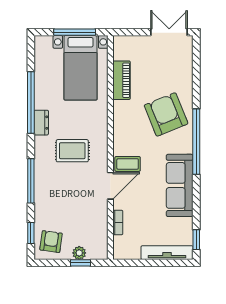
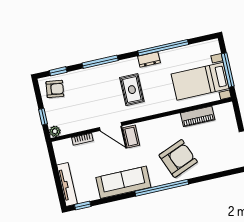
plant: (79, 253) -> (55, 131), moved

